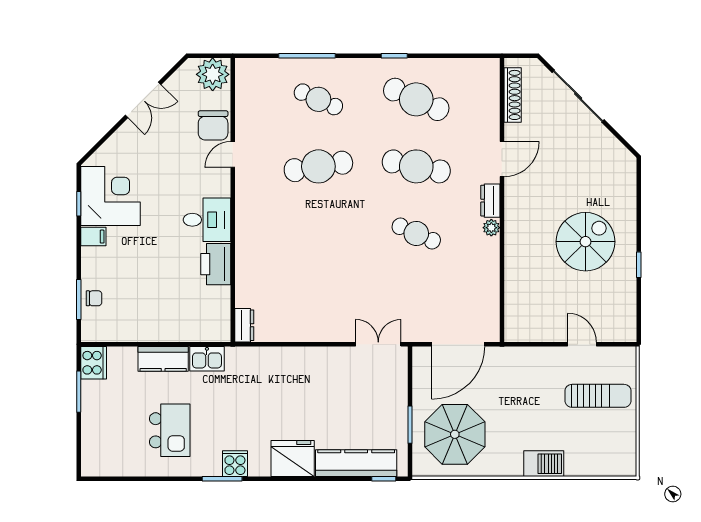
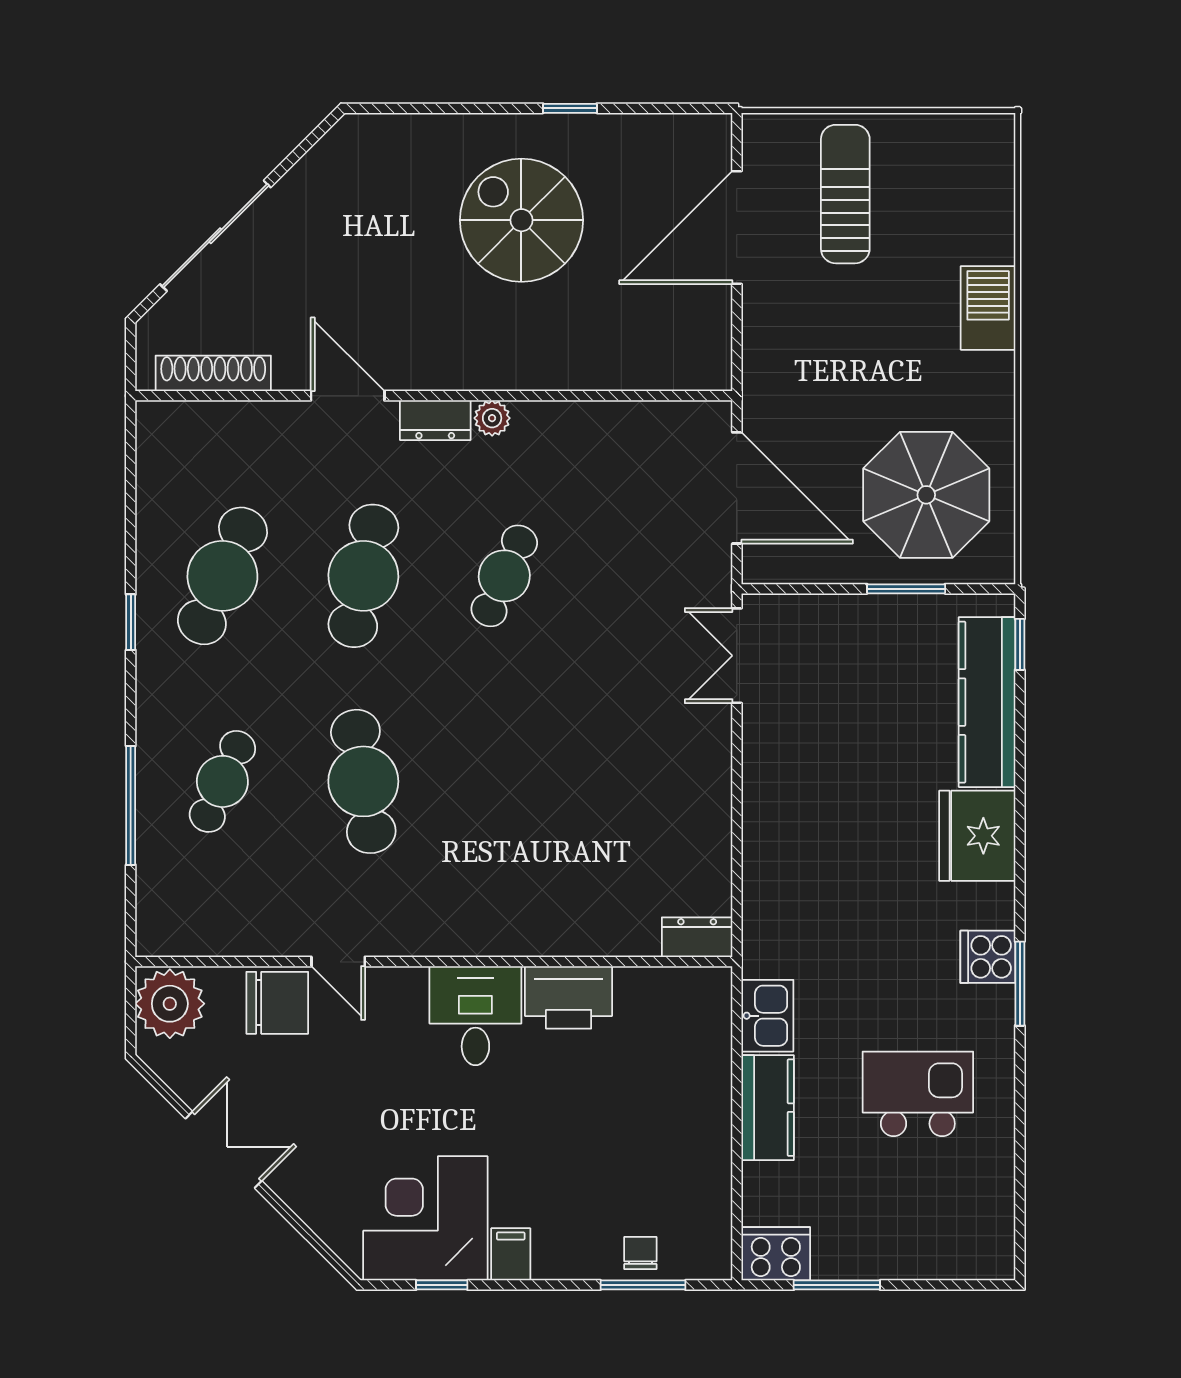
door: (582, 344) -> (737, 228), width x1.87

